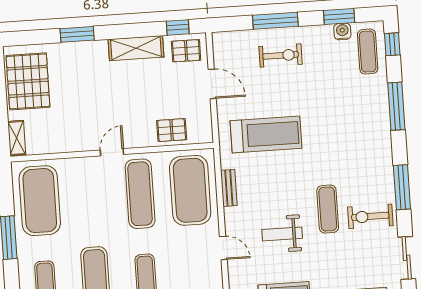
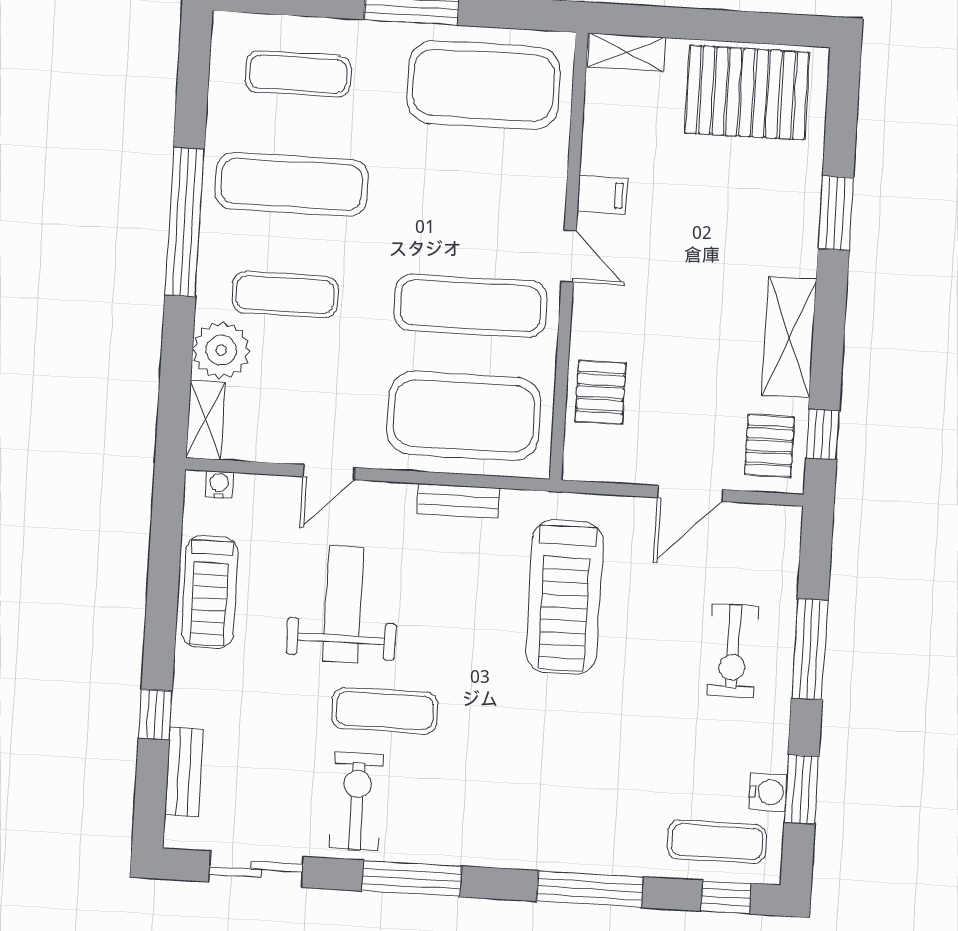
filing cabinet: (82, 141) -> (602, 195), added
weight bench: (282, 234) -> (343, 604), width x1.36, depth x1.33

